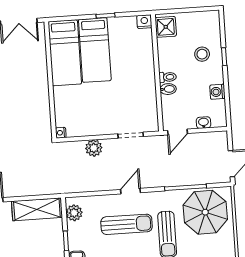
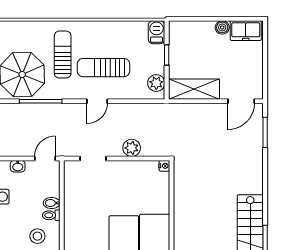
stool: (202, 54) -> (37, 236), moved

